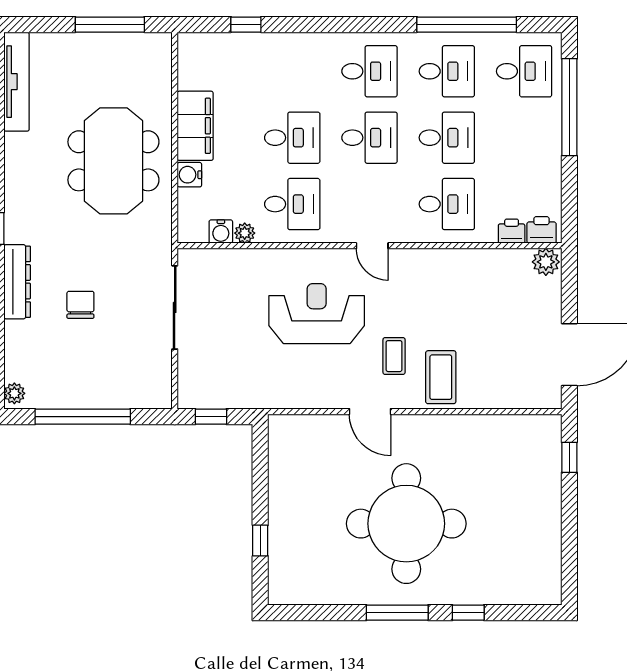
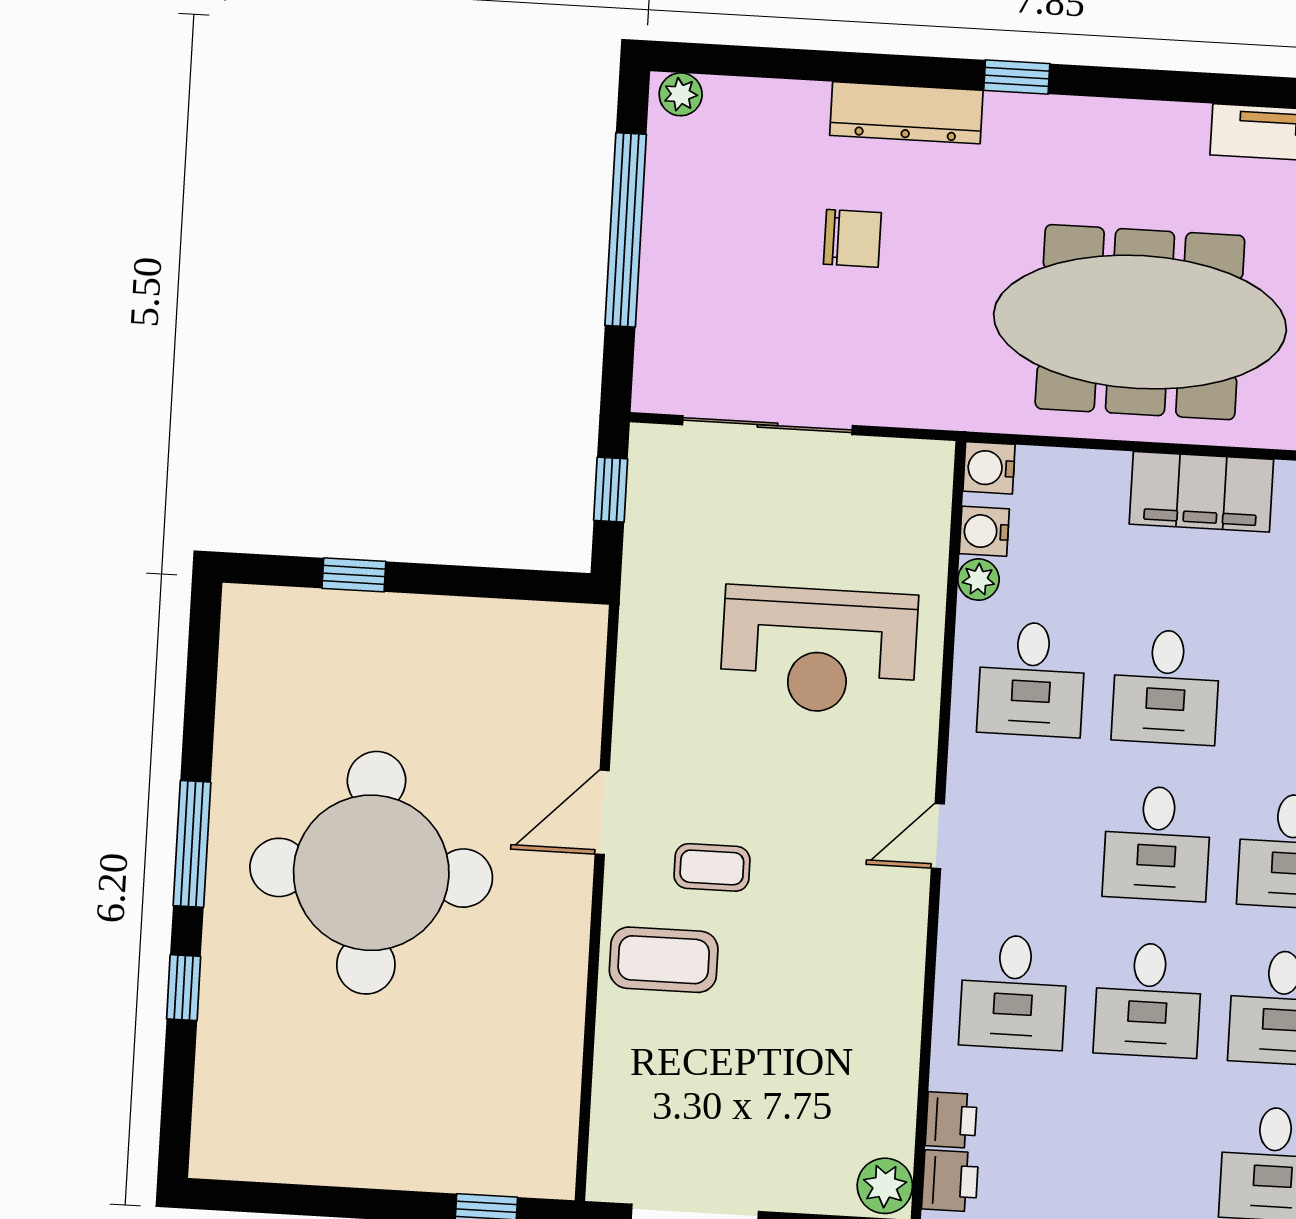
meeting table: (113, 161) -> (1140, 322), width x1.36
water cooler: (189, 175) -> (989, 468), moved, turned -90
sliding door: (175, 307) -> (767, 425), moved
reception desk: (317, 314) -> (819, 650), moved, turned 90

